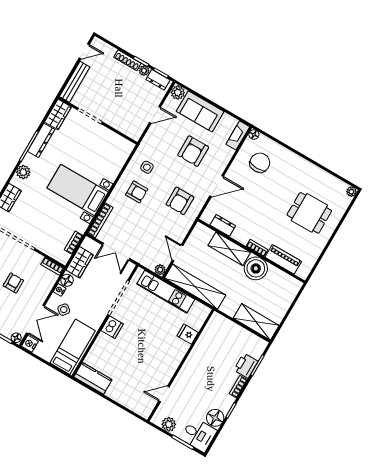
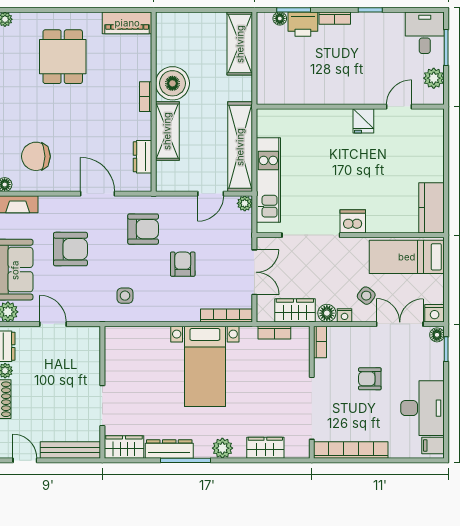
armchair: (137, 192) -> (183, 264), moved
piano: (283, 259) -> (127, 23), moved, turned -90
fridge: (188, 334) -> (363, 121), moved
door: (164, 394) -> (399, 107), swing flipped
floor lamp: (215, 418) -> (280, 18), moved, width x0.53, depth x0.53

